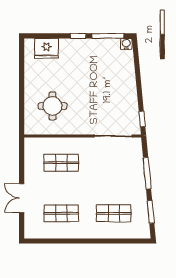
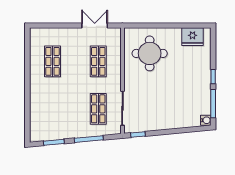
fridge: (46, 48) -> (193, 37), moved, turned -90
round table: (53, 106) -> (150, 53), width x1.36, depth x1.36
double door: (22, 198) -> (95, 26), moved
shop shelf: (114, 213) -> (98, 109), moved

